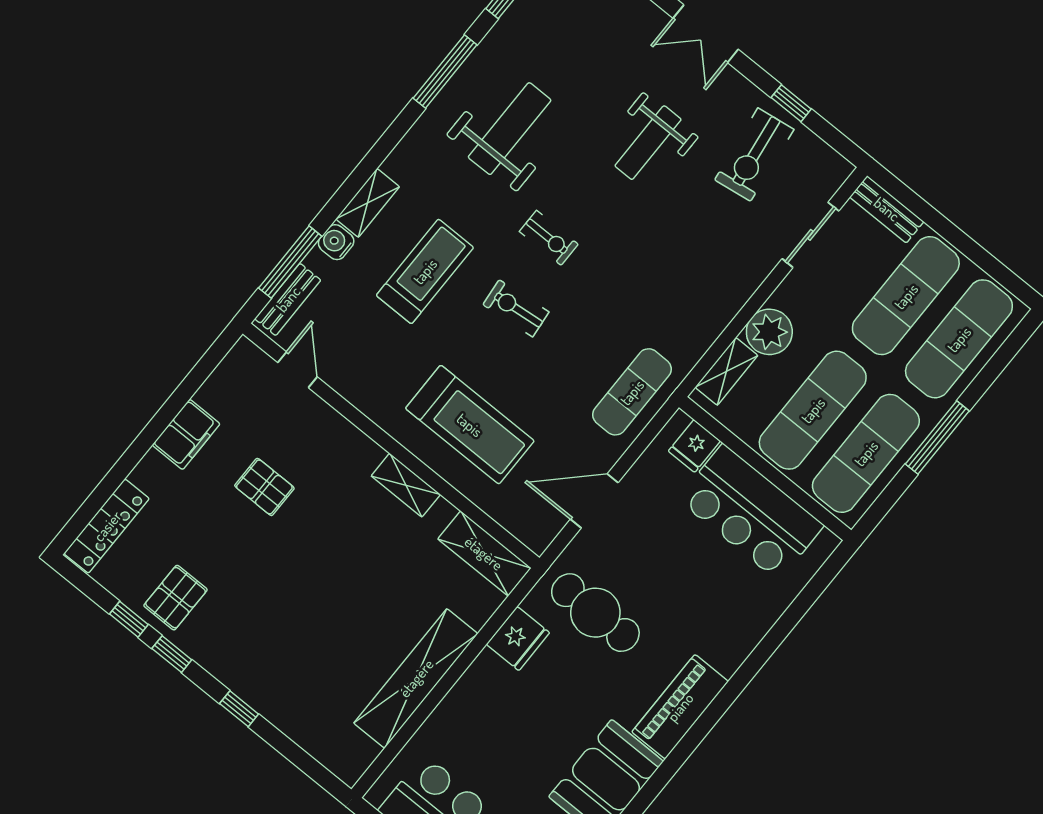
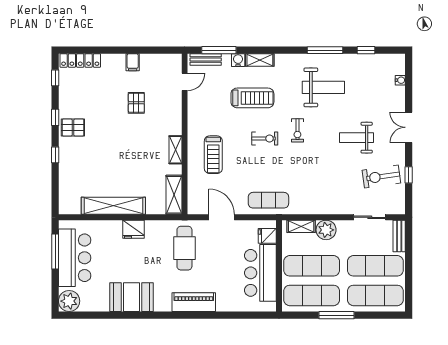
exercise bike: (516, 308) -> (265, 138), turned 96
treadmill: (470, 425) -> (213, 155), width x0.73, depth x0.73
filing cabinet: (186, 434) -> (133, 62), width x0.50
pallet: (176, 598) -> (73, 127), moved
window: (129, 619) -> (55, 78), moved
fridge: (518, 638) -> (134, 229), moved
piano: (680, 707) -> (194, 302), moved

